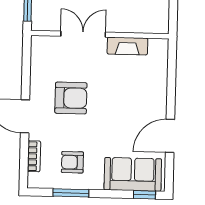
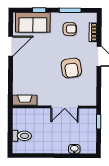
fireplace: (127, 46) -> (25, 100), moved
armchair: (71, 98) -> (71, 68), turned -99
window: (144, 195) -> (39, 10), moved

